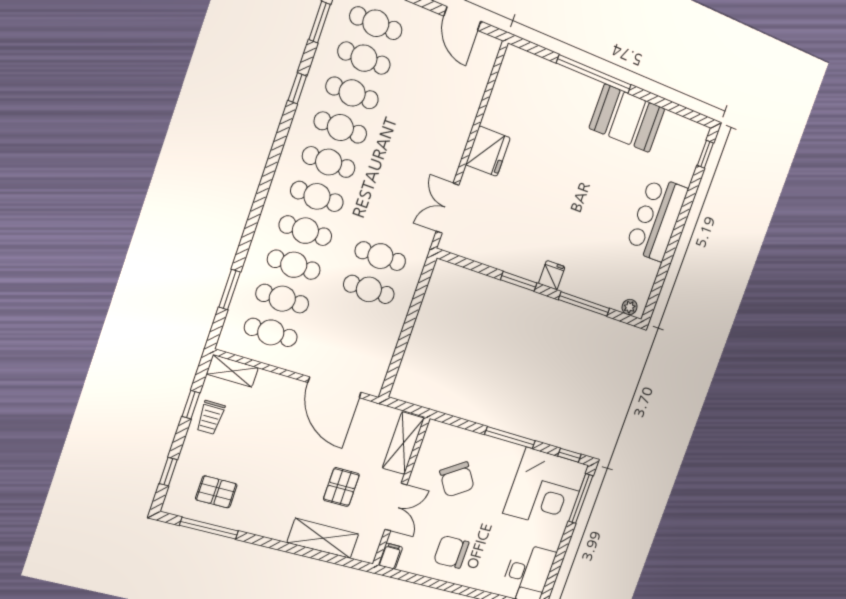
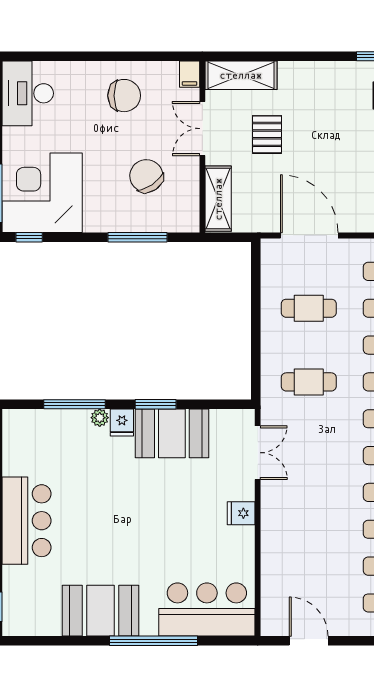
bar counter: (540, 84) -> (207, 609), added
fridge: (488, 151) -> (241, 513), width x0.53, depth x0.75
booth: (514, 251) -> (172, 433), added
cafe table: (369, 289) -> (309, 308), moved
plant: (630, 307) -> (100, 418), moved
window: (510, 438) -> (138, 237), moved
shelving: (323, 538) -> (241, 75), moved

